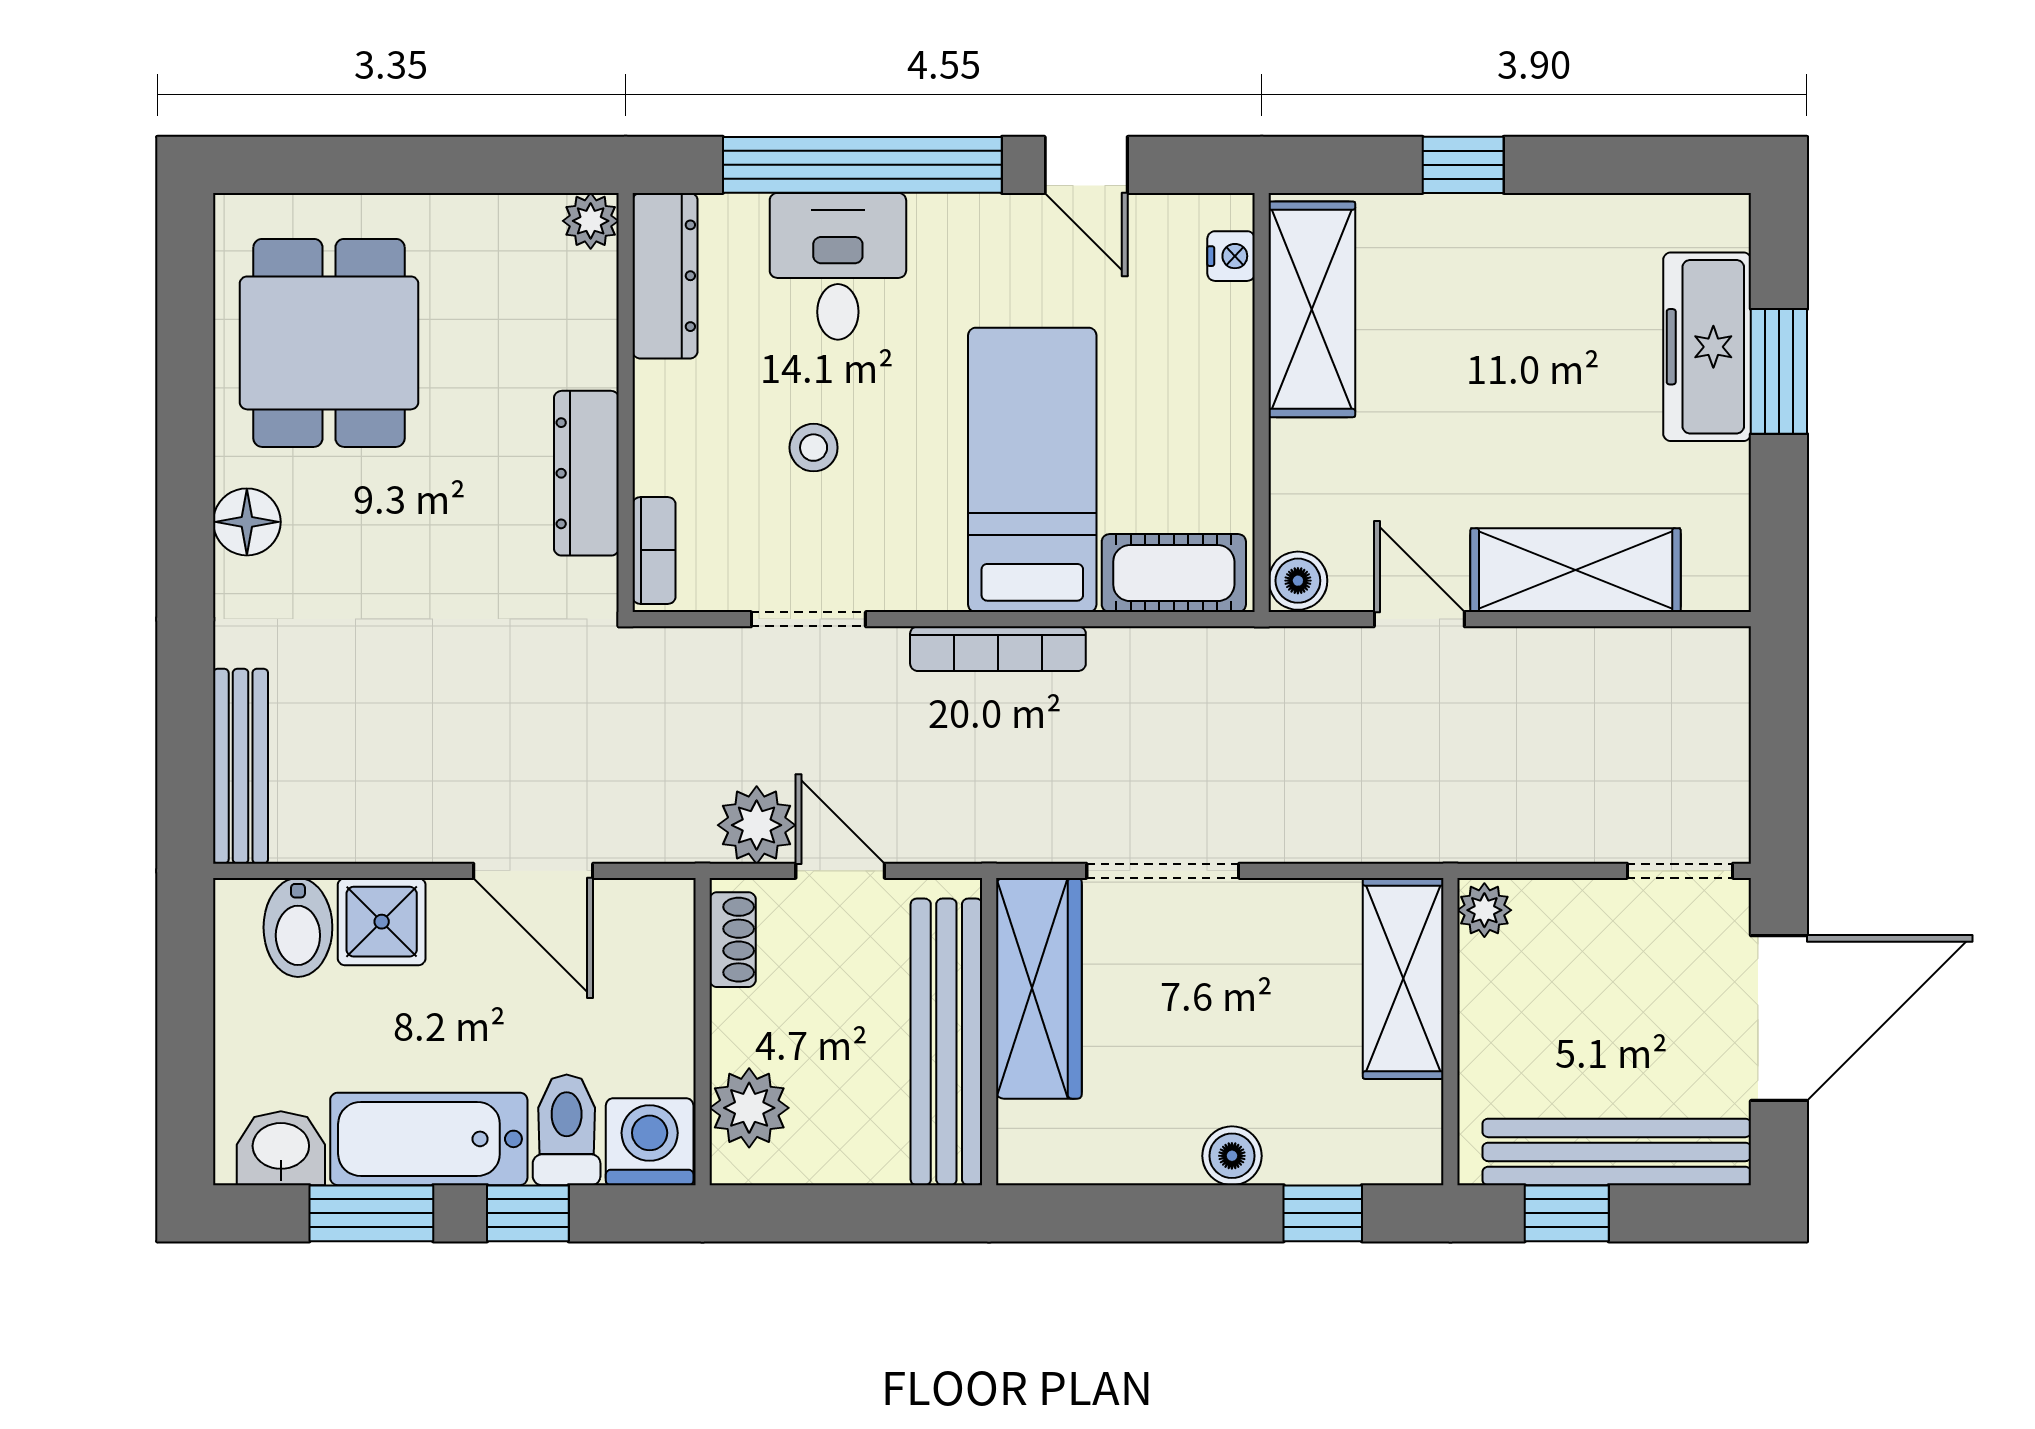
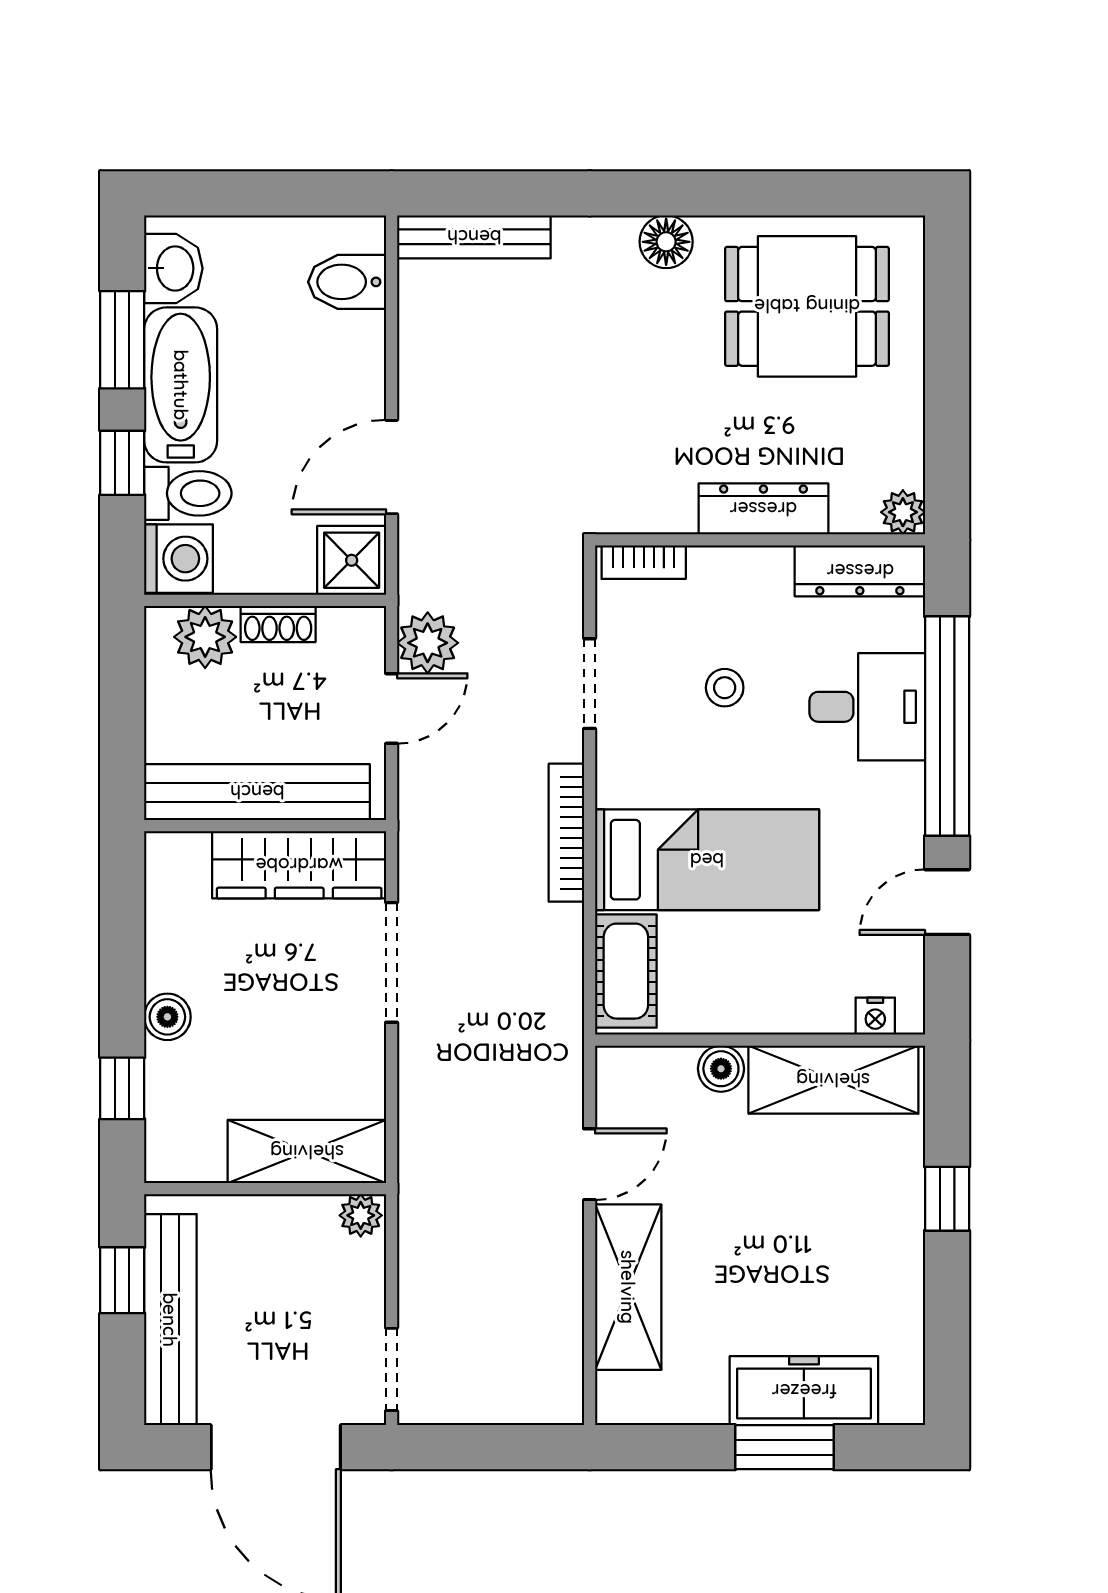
dresser: (586, 473) -> (763, 509), moved
boiler: (1298, 581) -> (721, 1069), moved
shower: (382, 922) -> (352, 560), moved
shoe rack: (733, 940) -> (278, 624), moved

